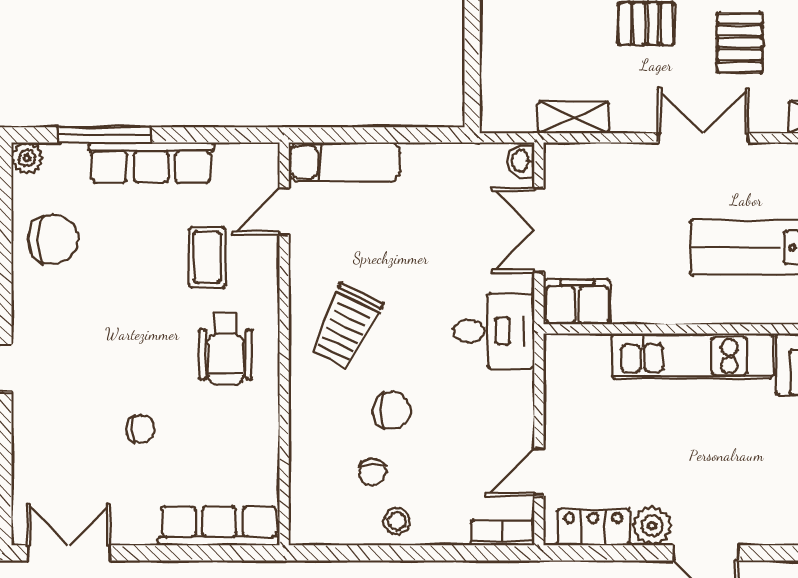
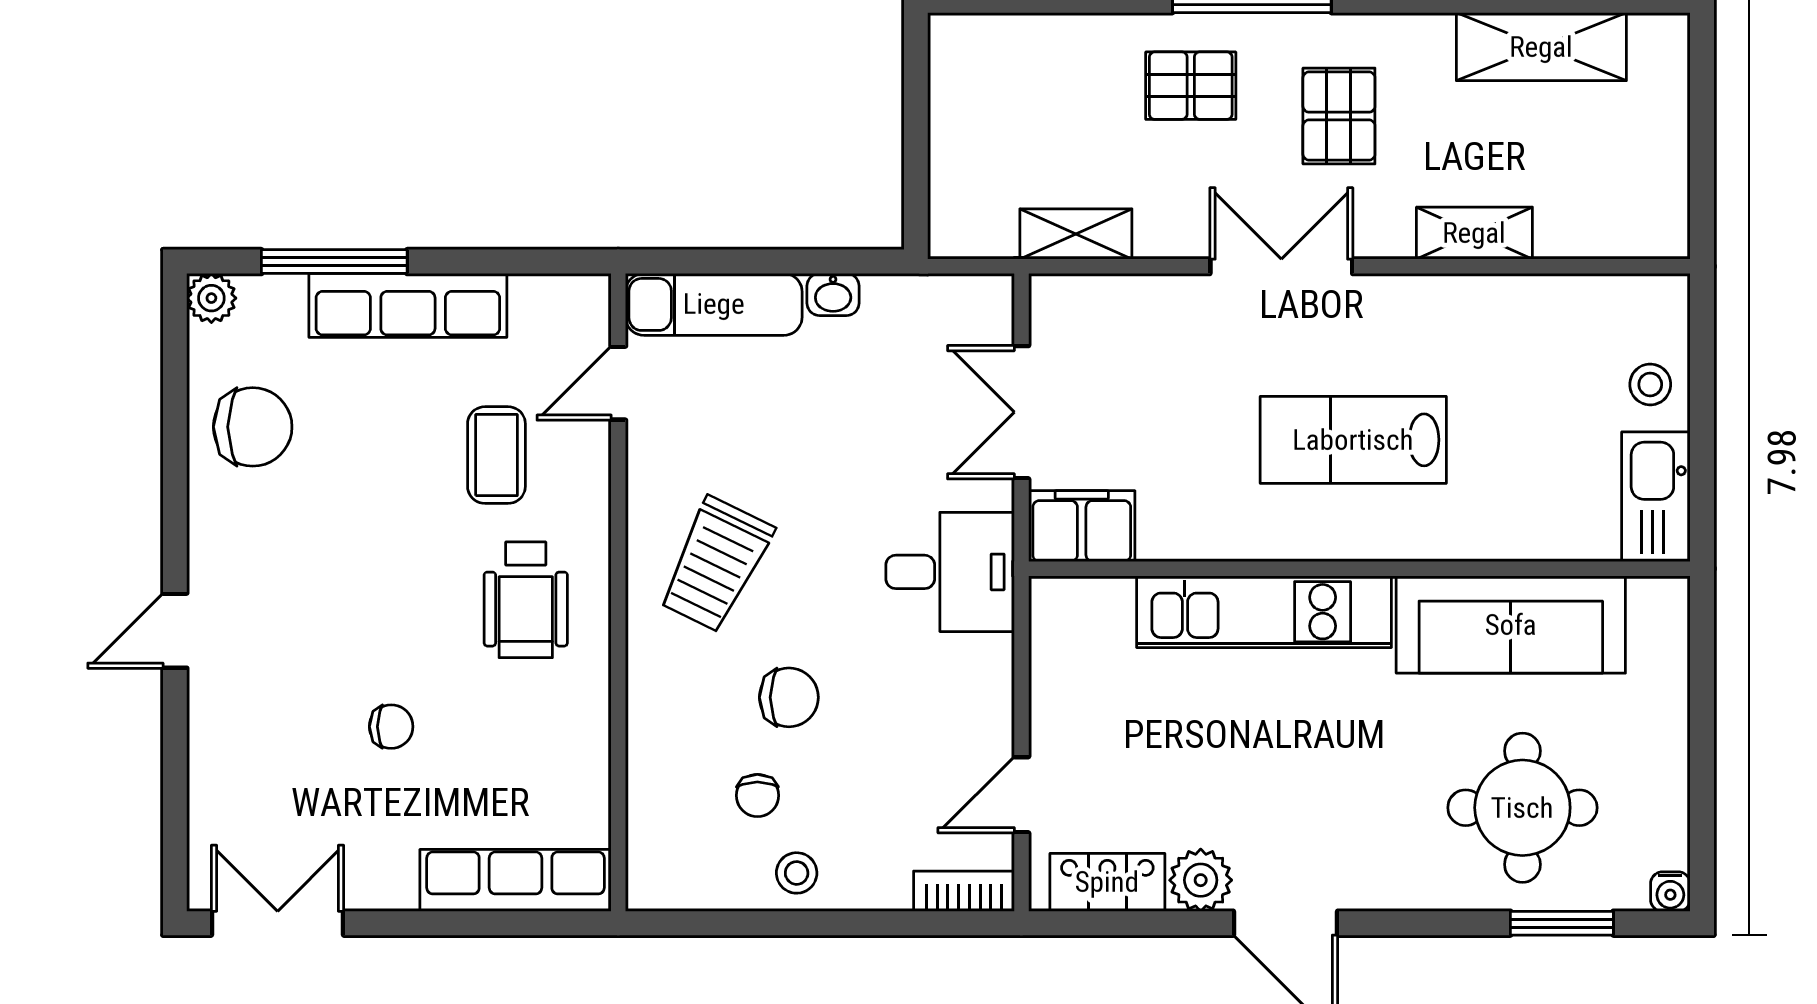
washbasin: (521, 161) -> (833, 295), moved, turned -90

